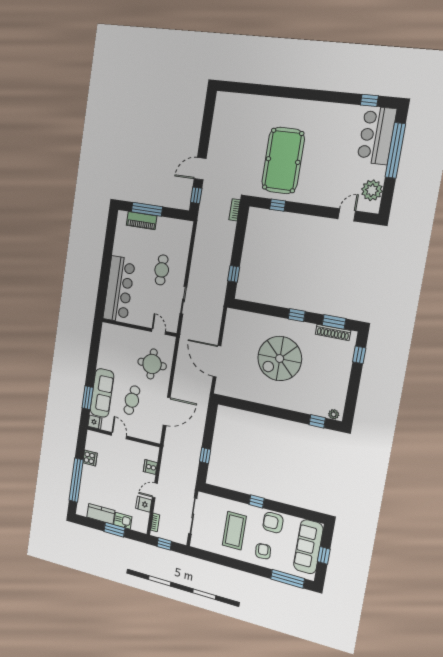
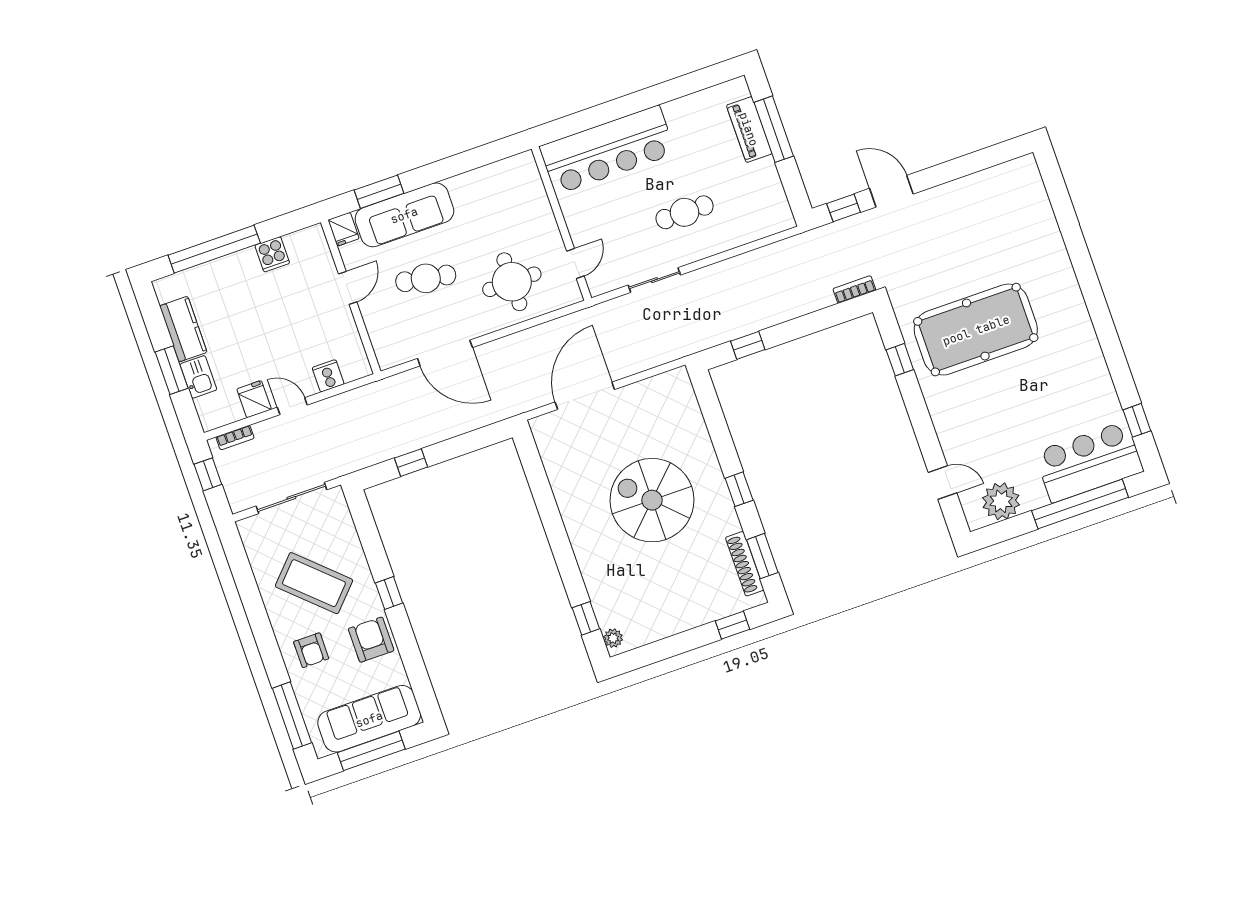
coffee table: (234, 531) -> (314, 583), turned 43
armchair: (263, 551) -> (311, 650), turned 95
window: (324, 555) -> (371, 751), width x2.17

